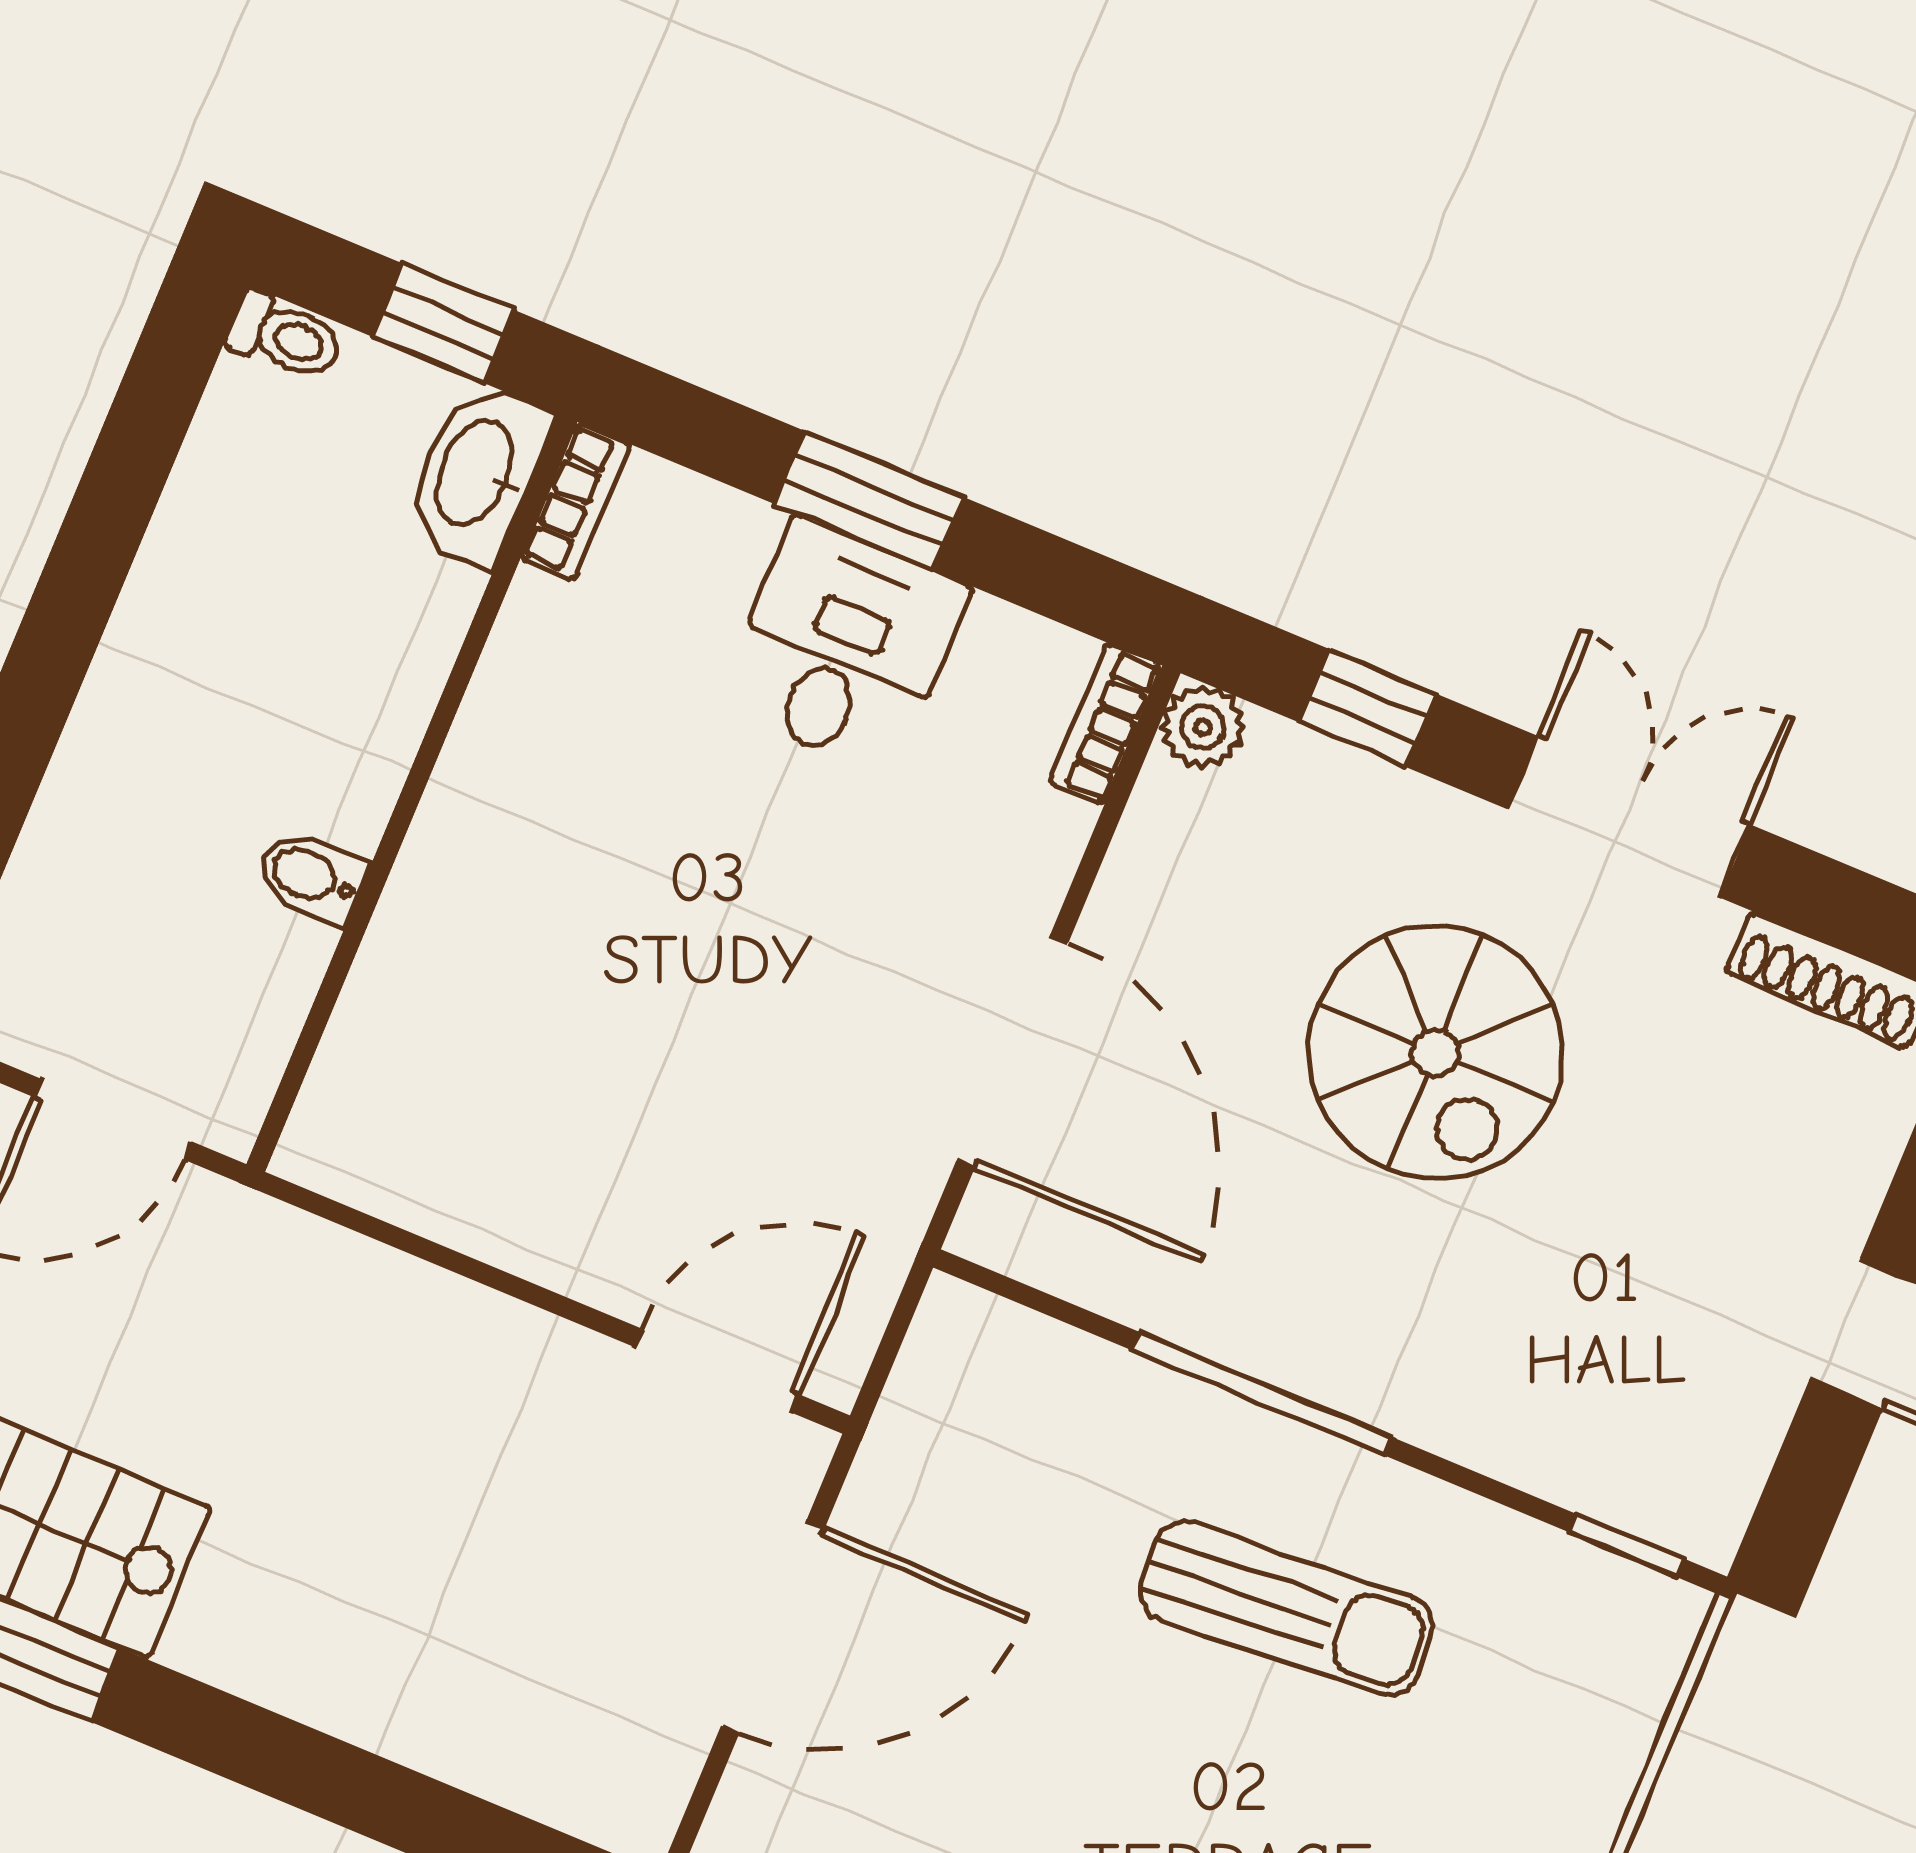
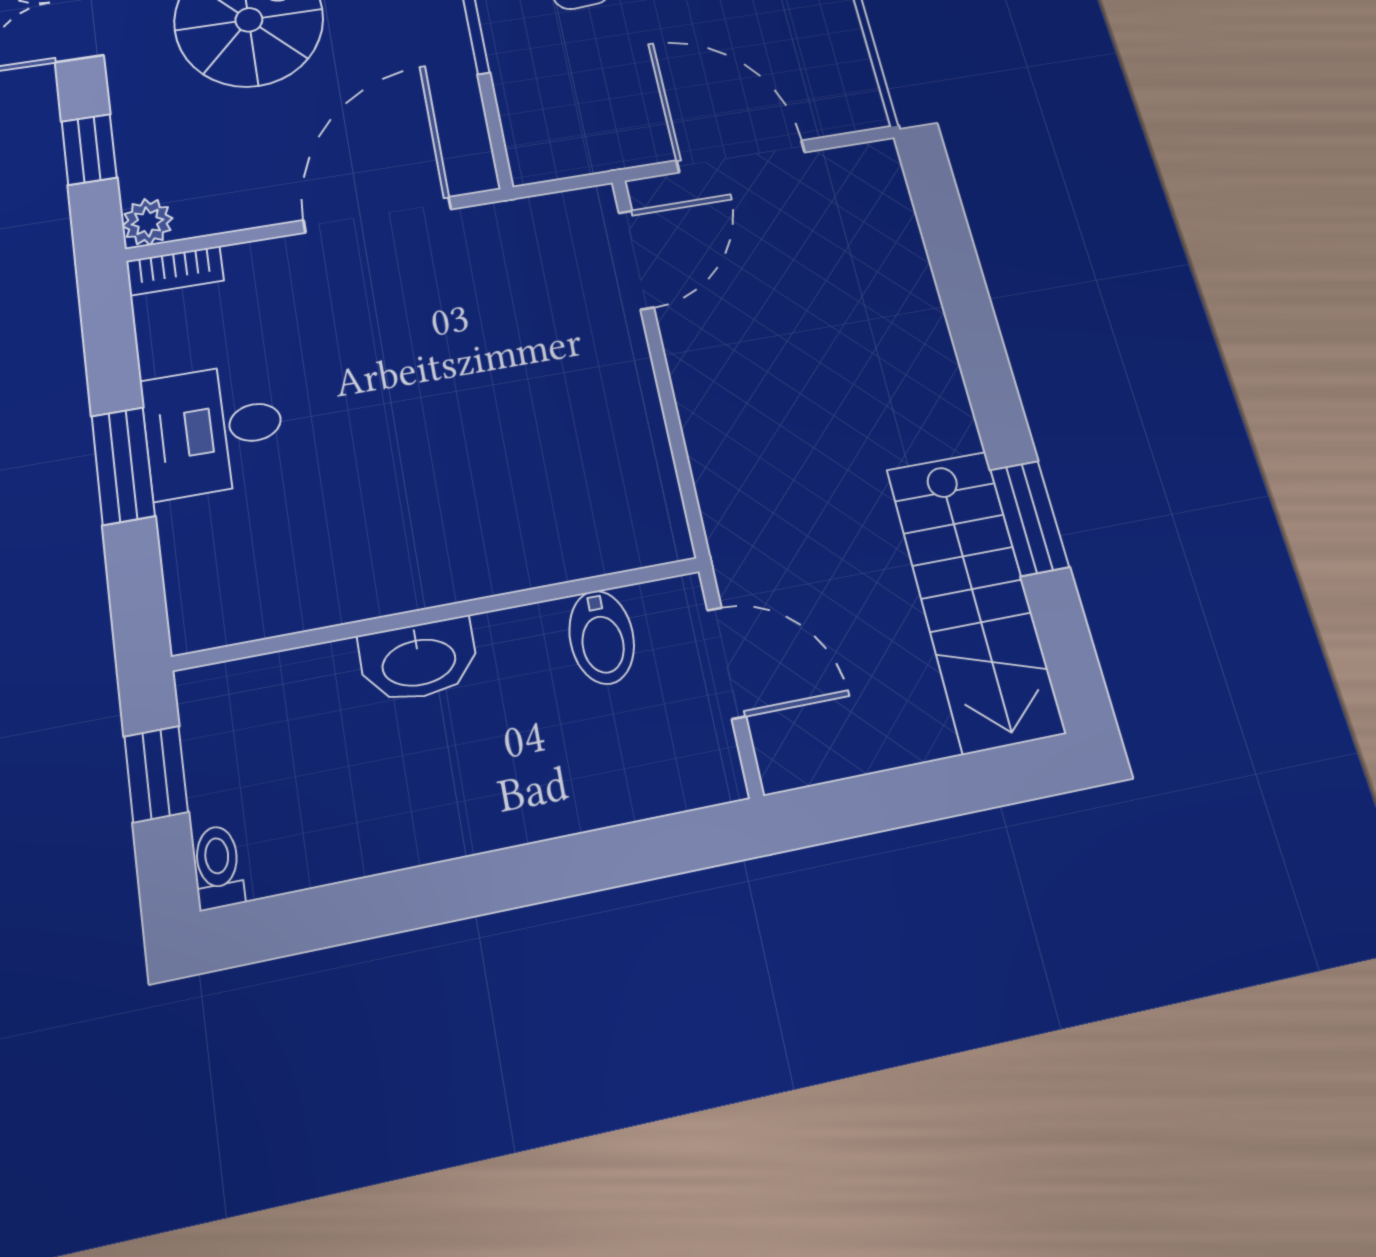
washbasin: (477, 473) -> (419, 660), moved
bookcase: (576, 502) -> (218, 628), removed
bidet: (311, 876) -> (602, 637), moved, width x1.38, depth x1.36
door: (717, 1371) -> (636, 260), swing flipped

